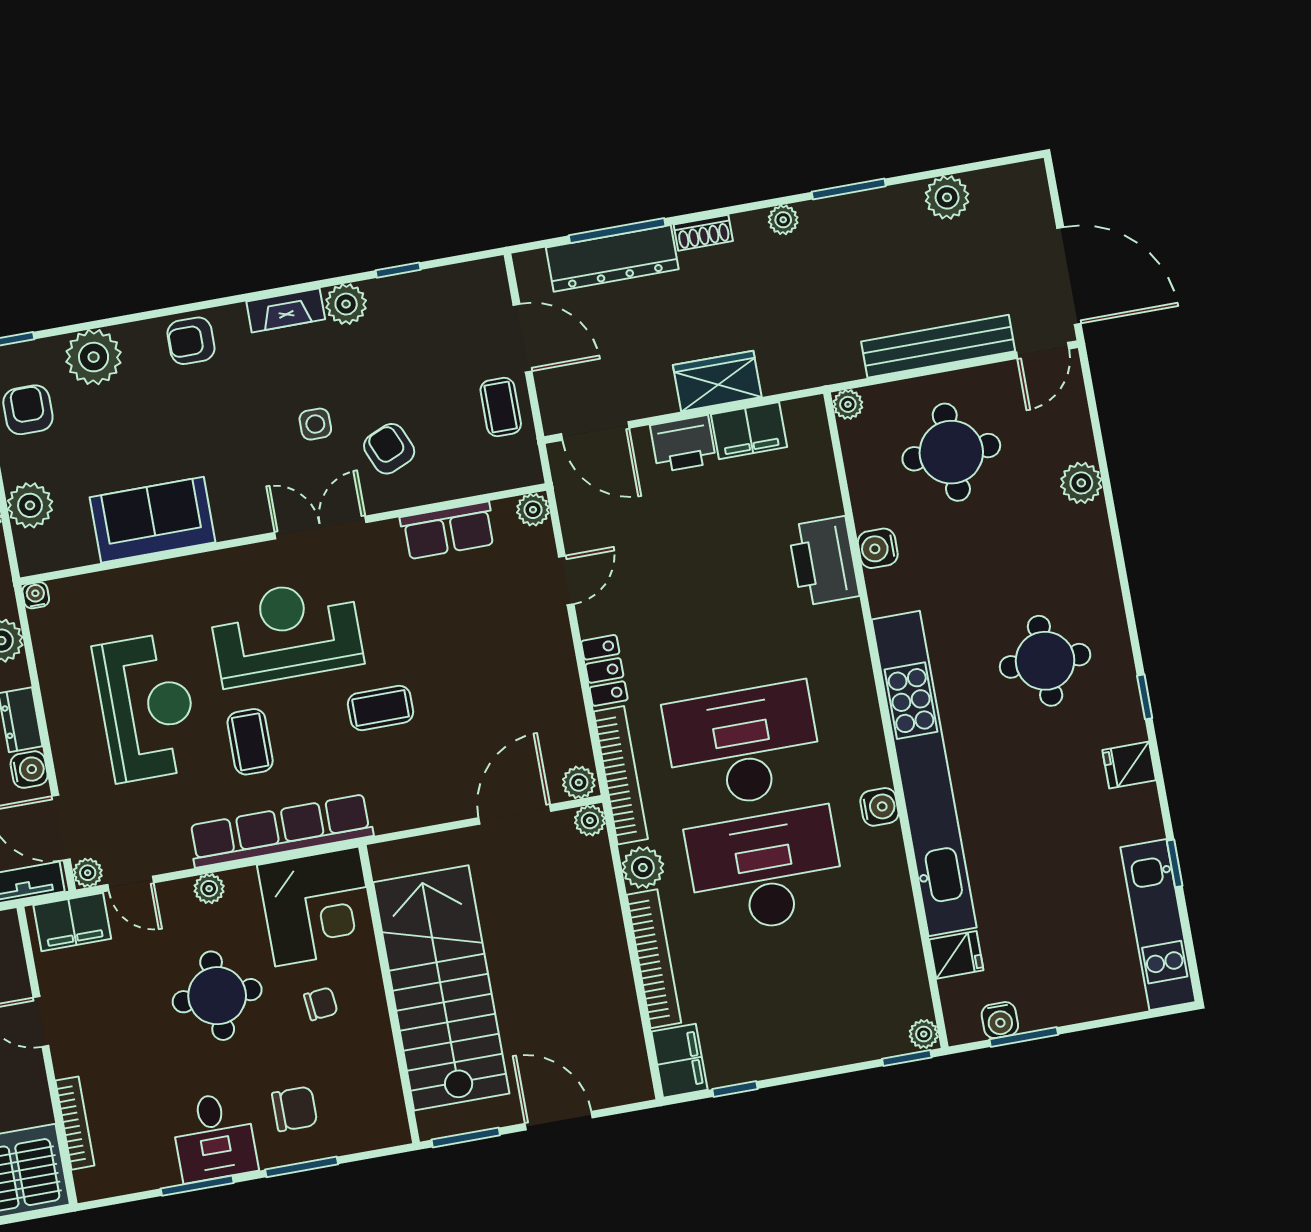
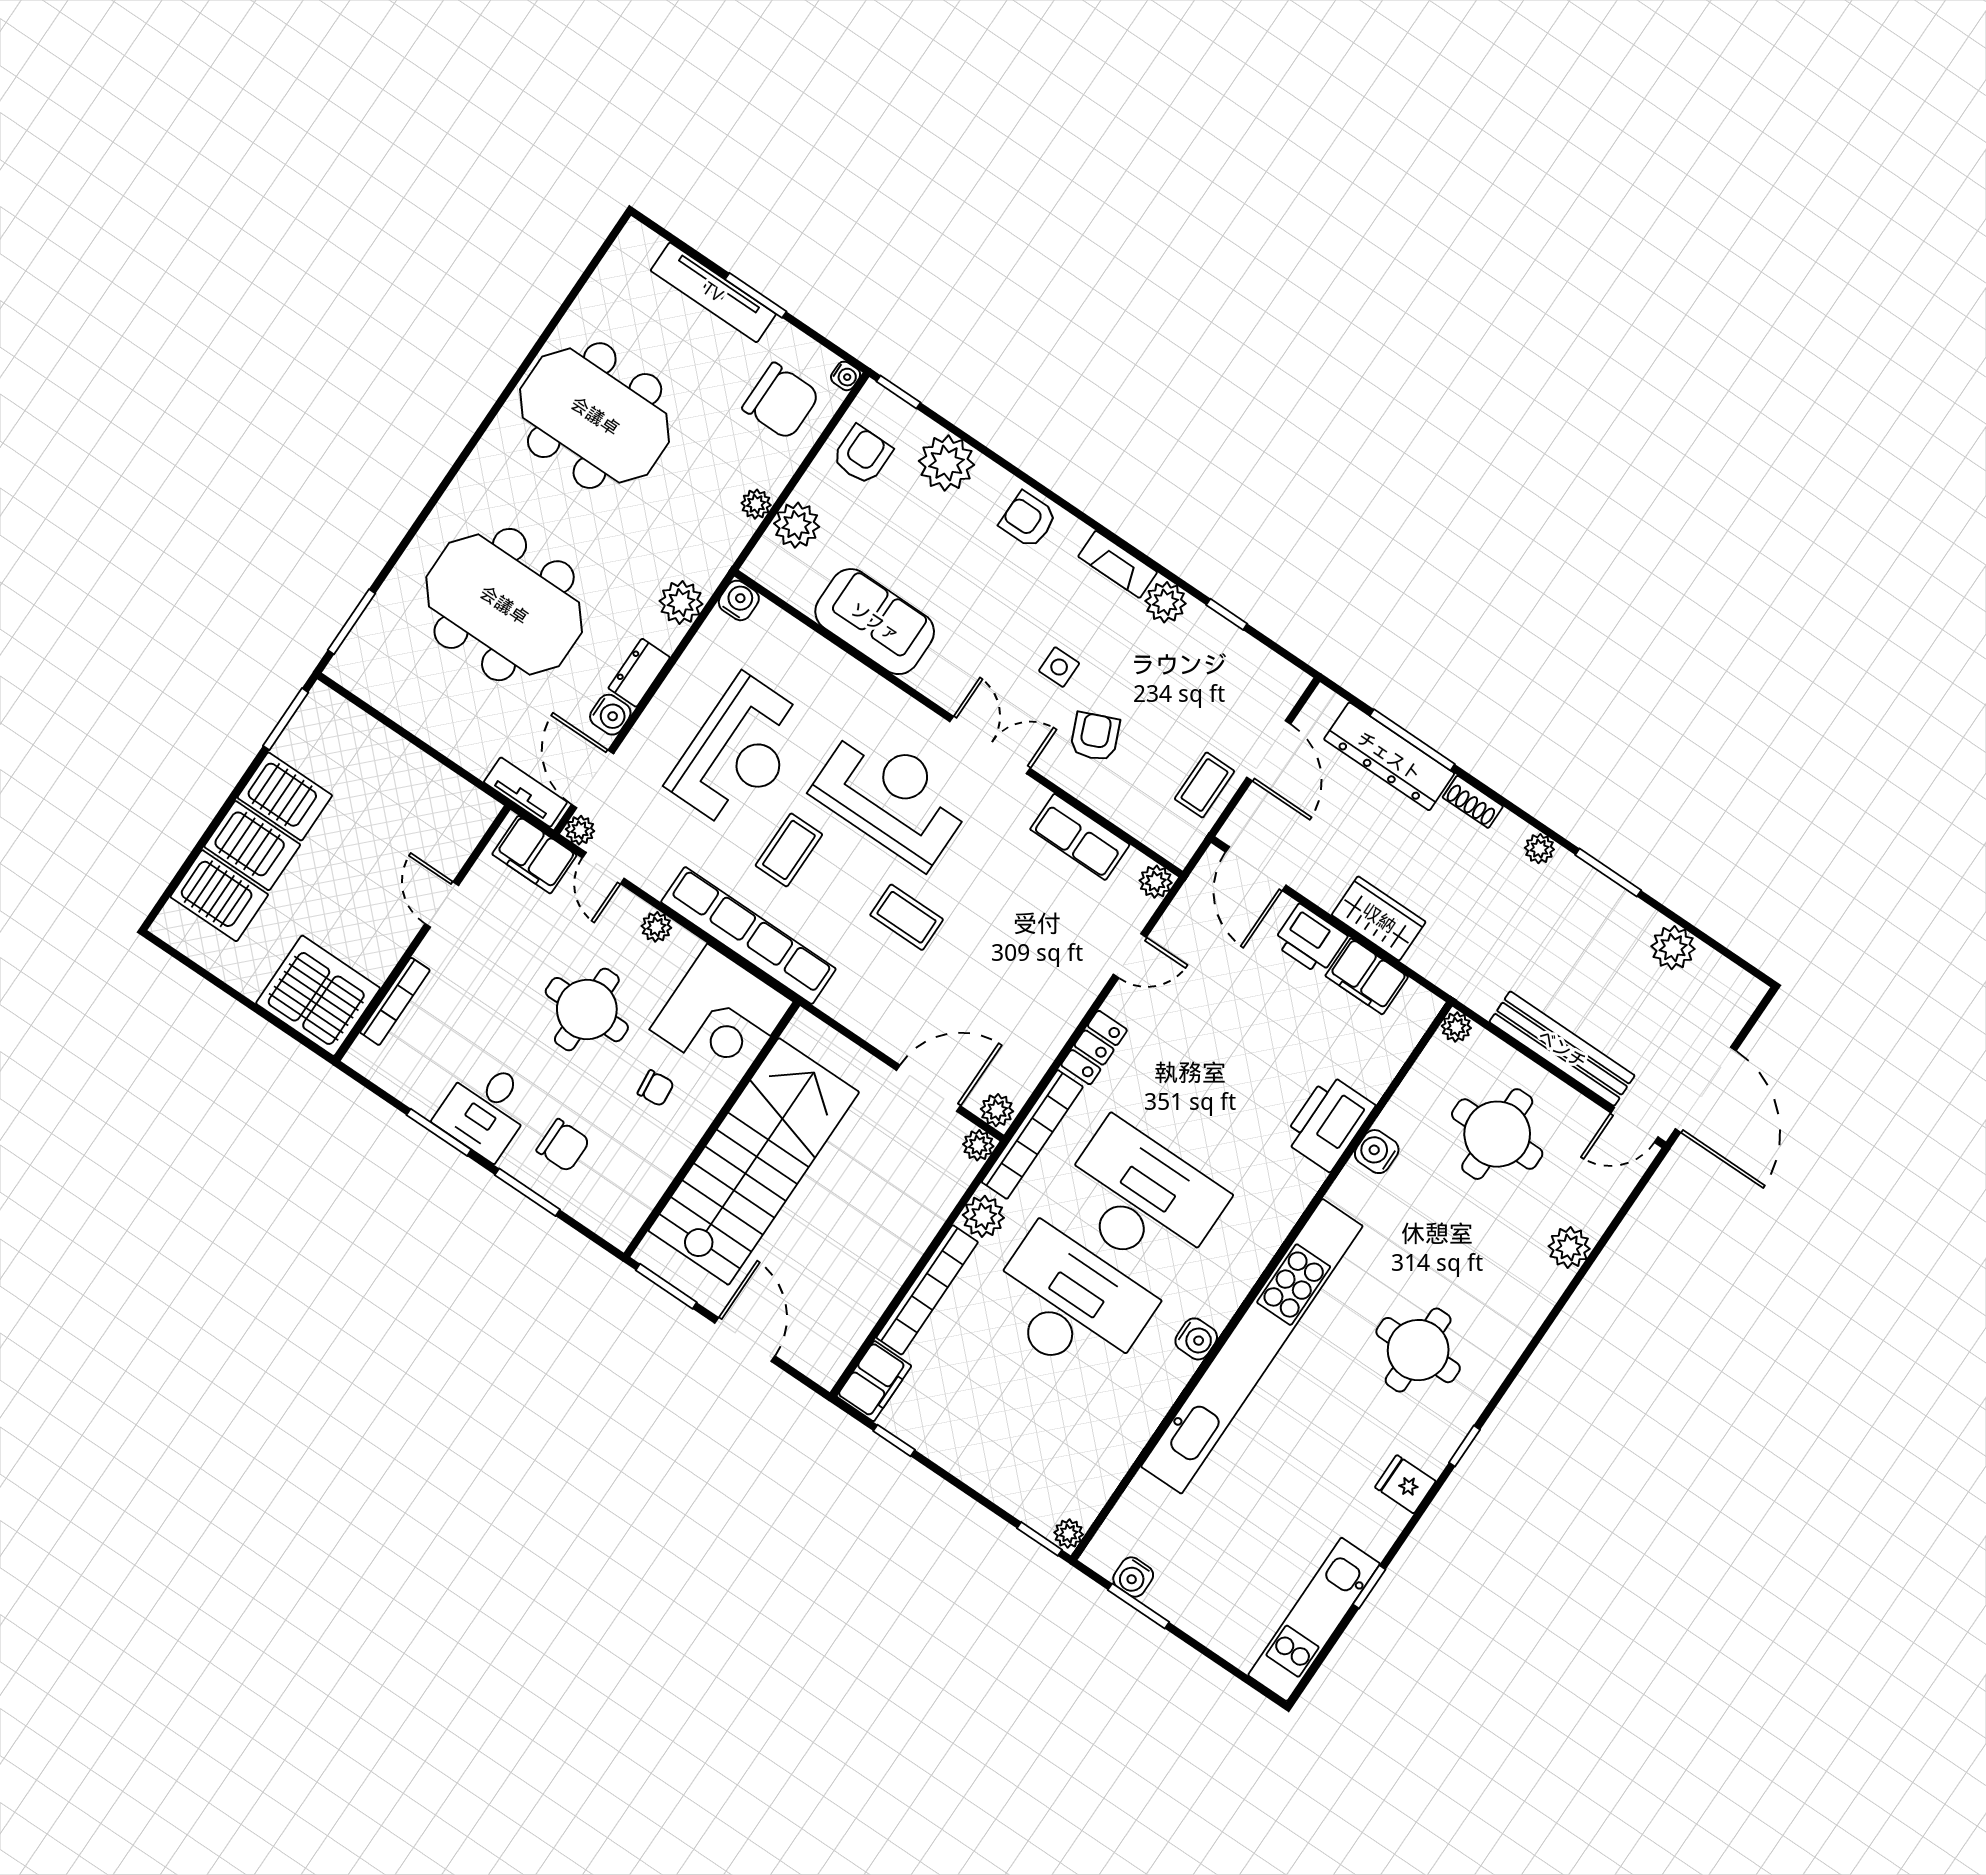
water cooler: (36, 595) -> (739, 600), width x1.38, depth x1.38
fridge: (956, 955) -> (1148, 1499), removed

